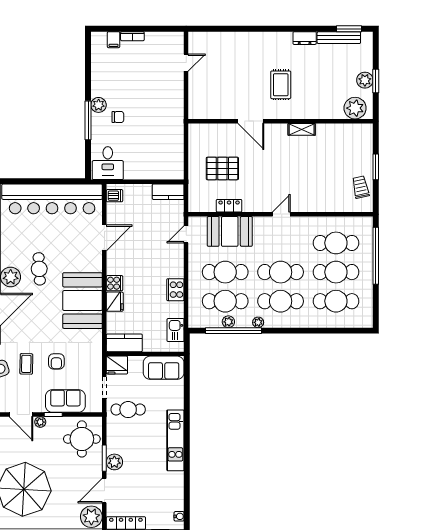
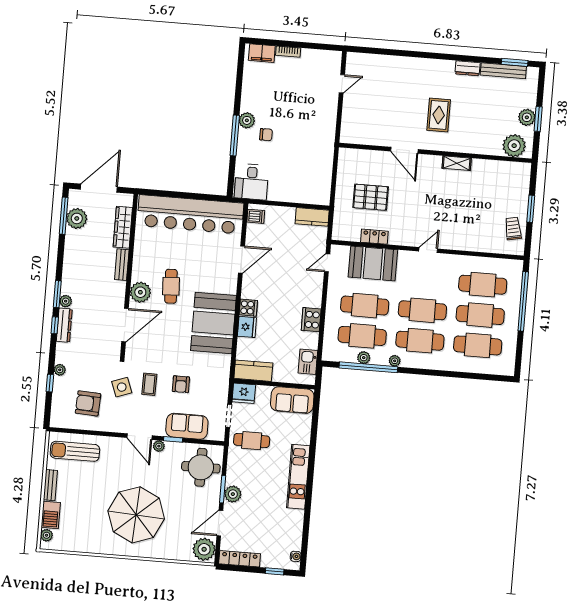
filing cabinet: (114, 40) -> (262, 53), width x2.00

